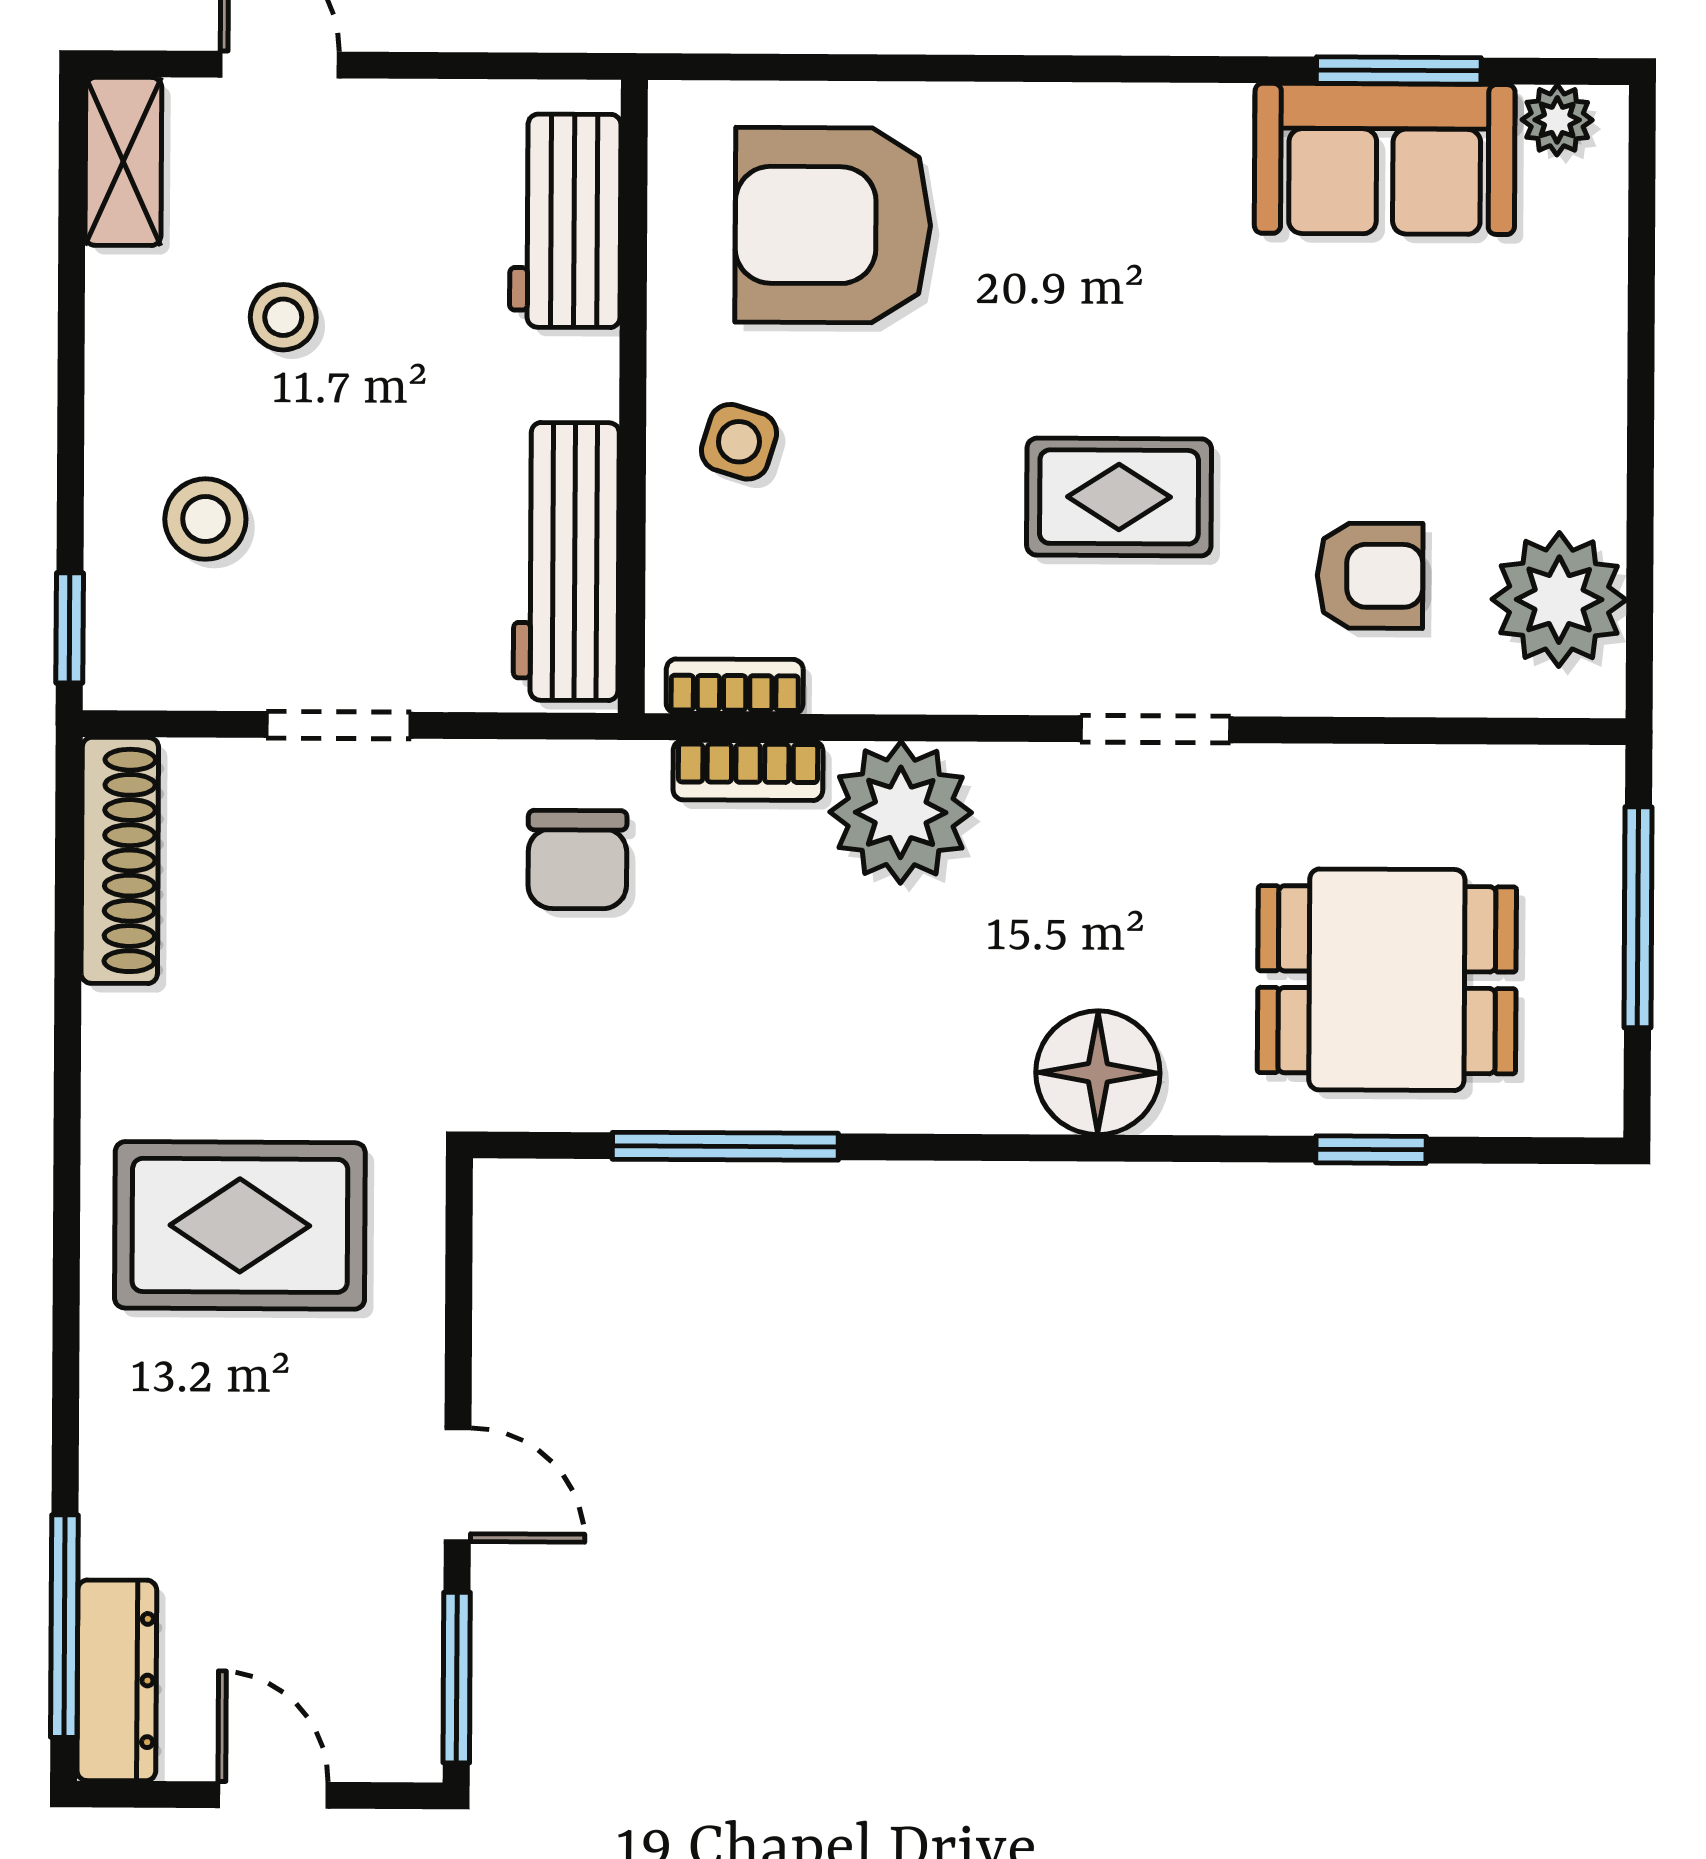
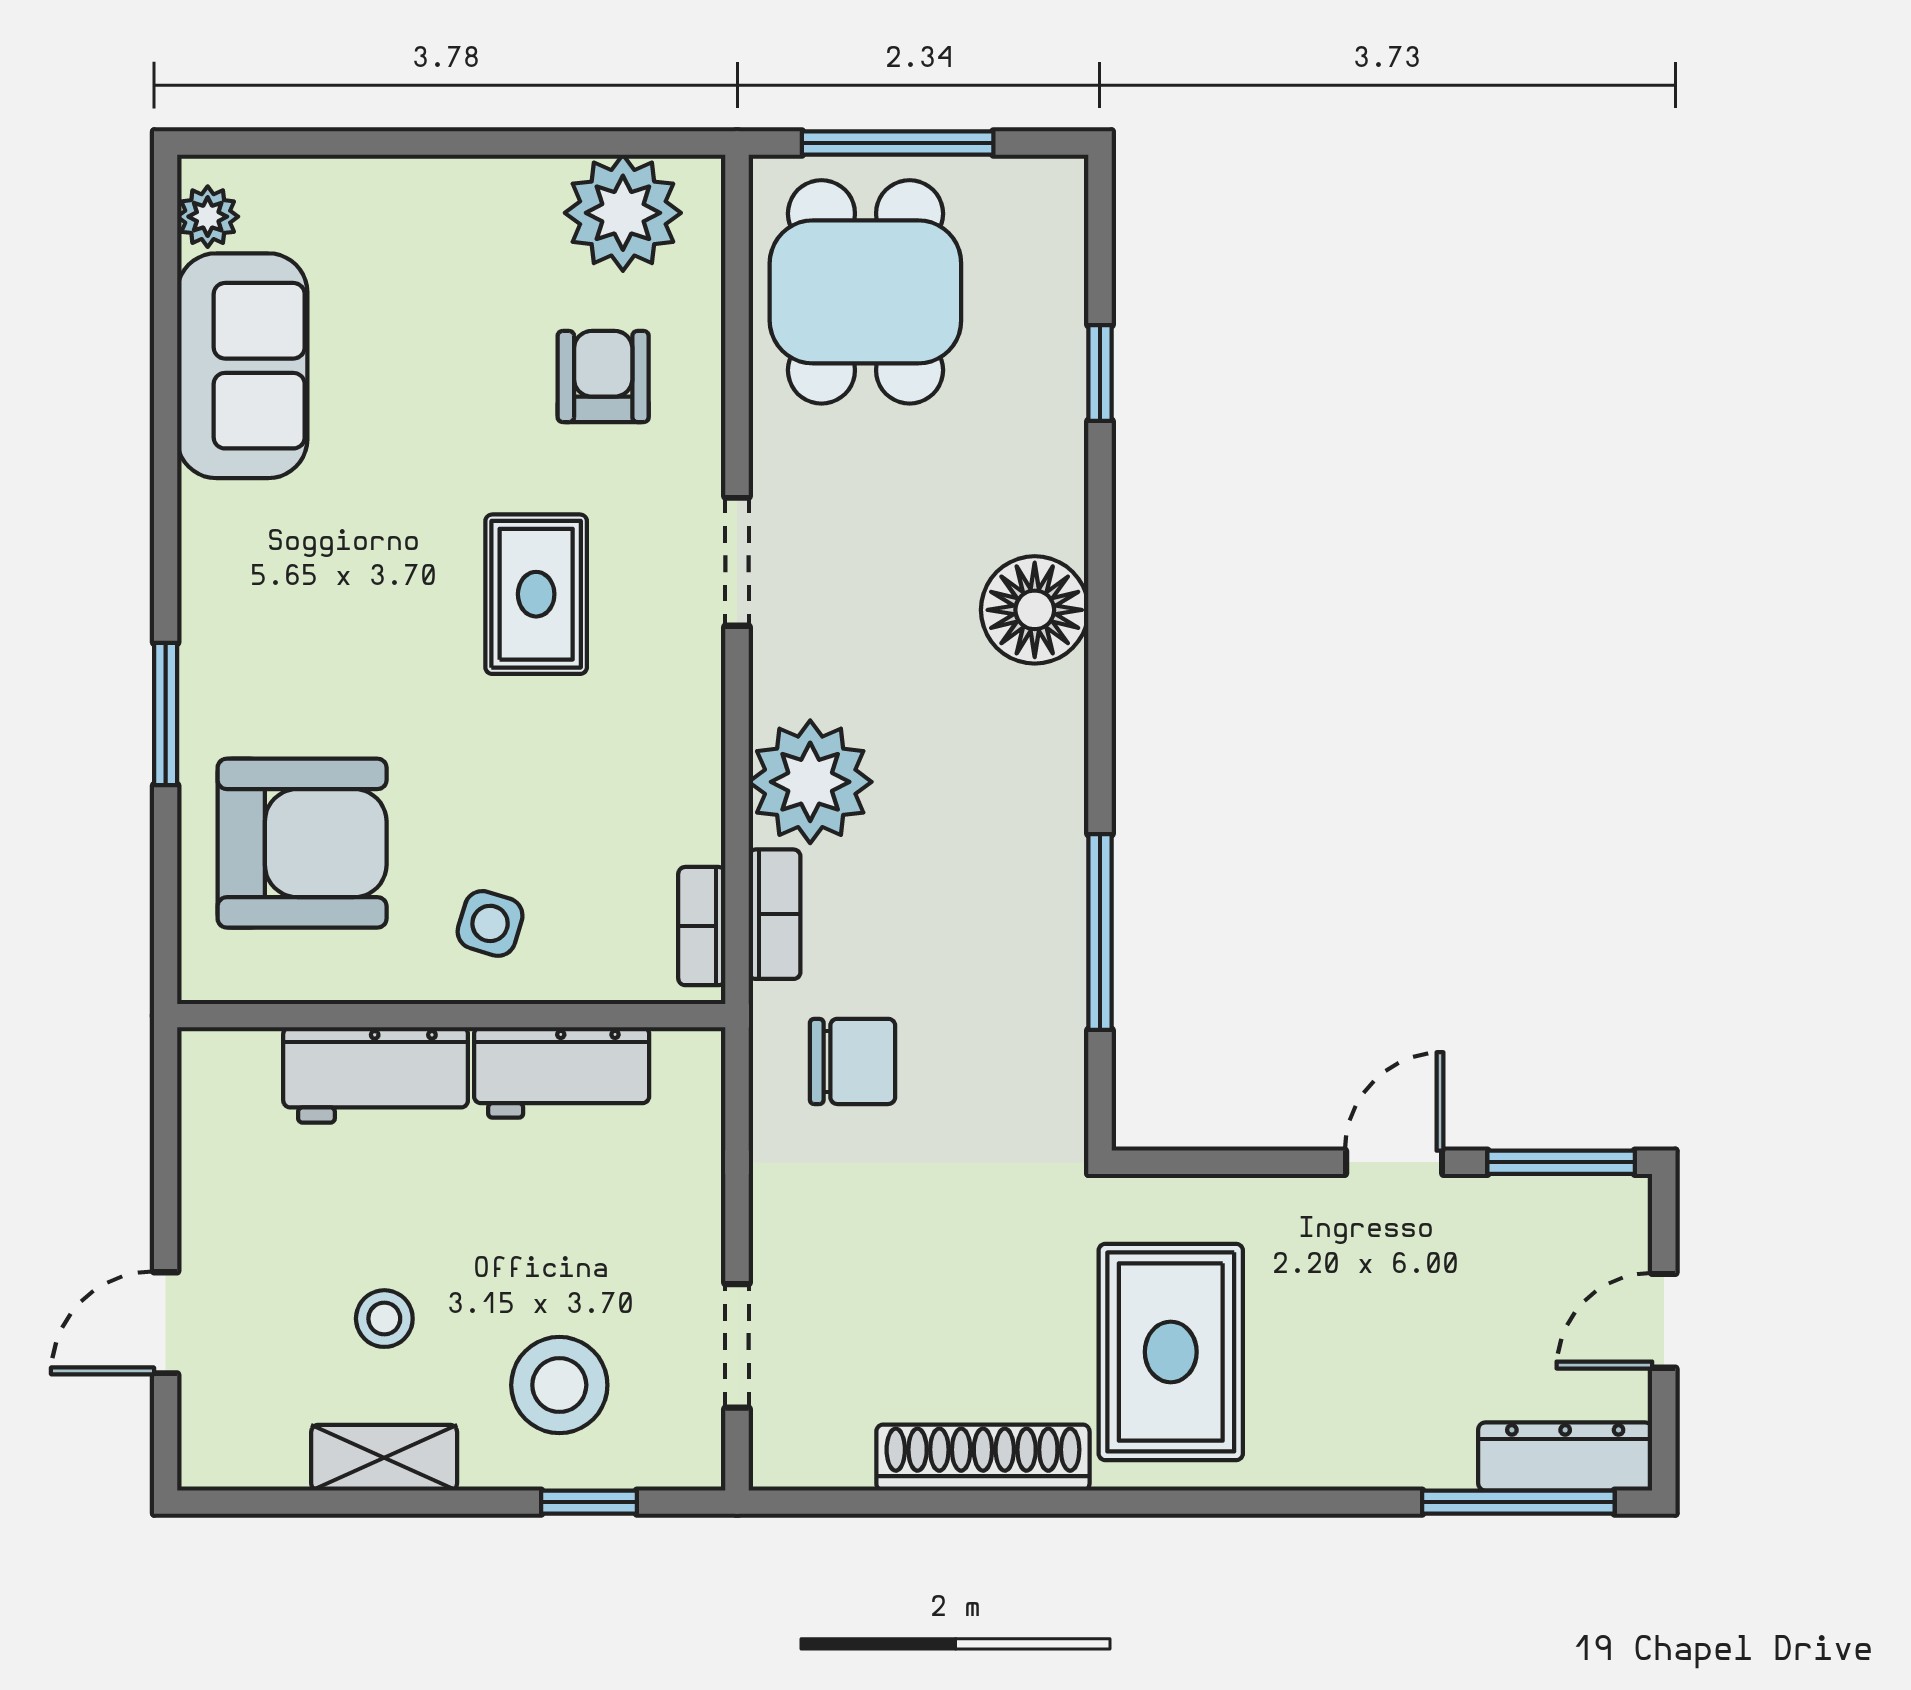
window: (1399, 70) -> (166, 714), moved
shelving: (123, 161) -> (384, 1458), moved
workbench: (565, 221) -> (376, 1075), moved
armchair: (833, 225) -> (302, 843), turned -90
stool: (205, 519) -> (559, 1385), width x1.38, depth x1.38
workbench: (566, 561) -> (562, 1072), width x0.73
window: (70, 628) -> (589, 1502), moved
doorway: (339, 725) -> (737, 1346), moved
shoe rack: (120, 860) -> (983, 1458), moved
dining table: (1387, 980) -> (865, 292), moved

